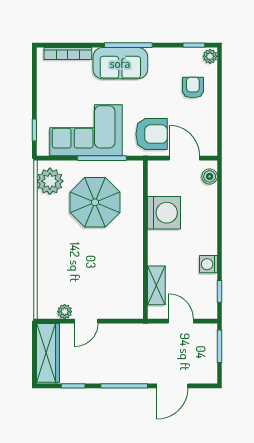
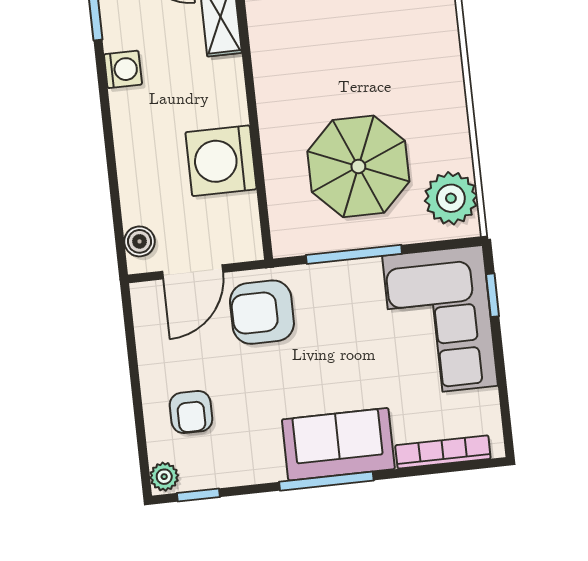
corner sofa: (86, 130) -> (440, 321), moved, turned 90
door: (184, 158) -> (193, 272), hinge flipped

